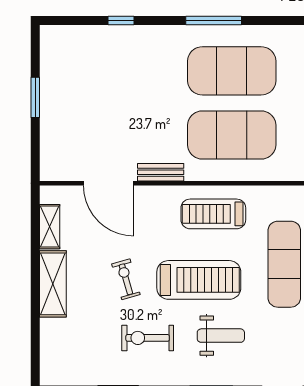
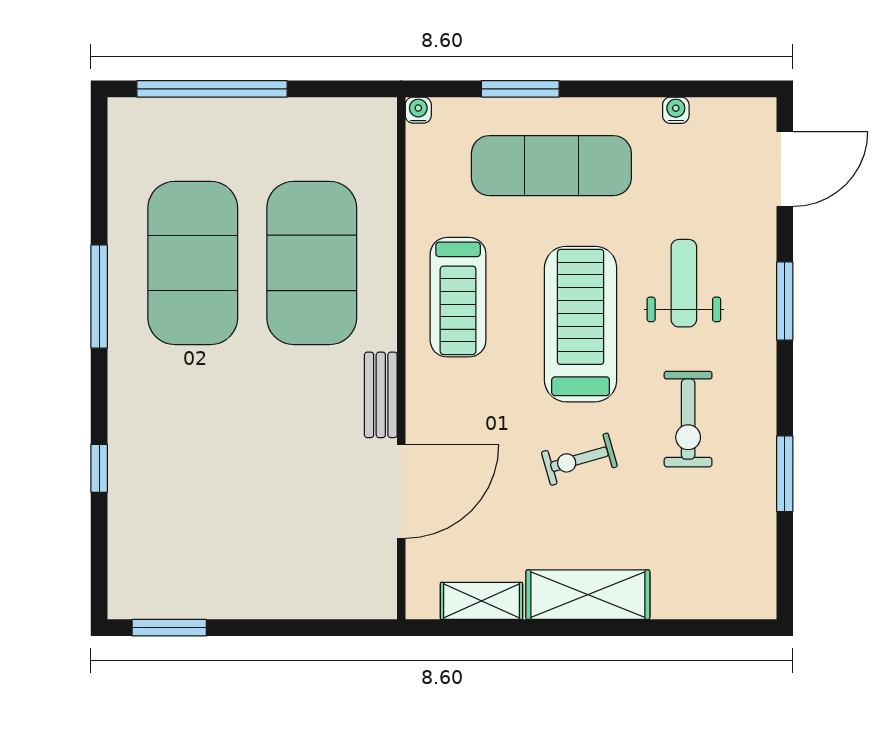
window: (35, 97) -> (169, 628), moved

